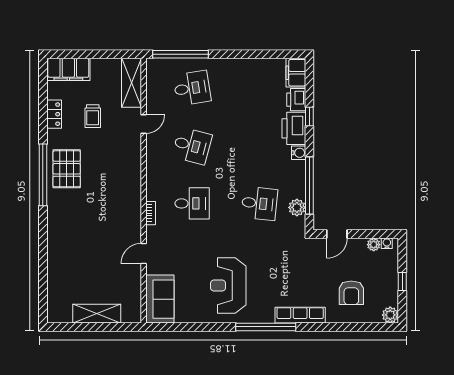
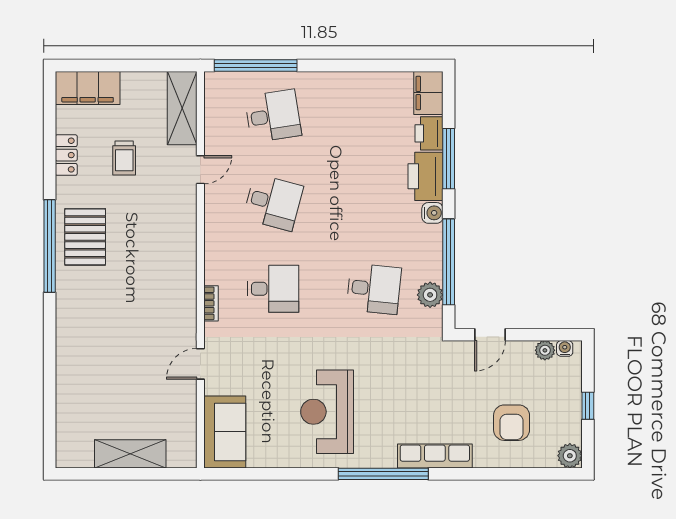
window: (309, 117) -> (449, 159), width x2.17

